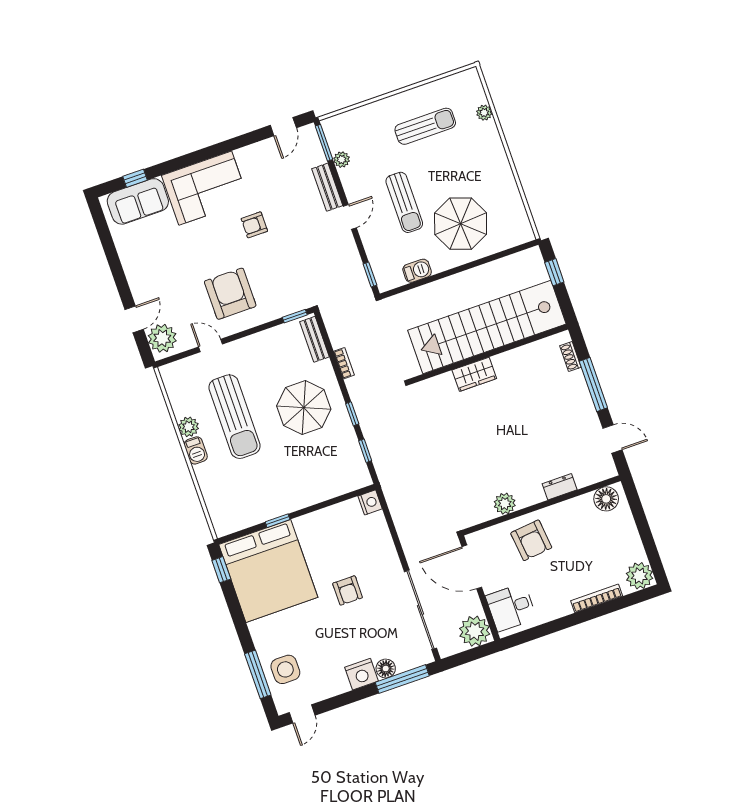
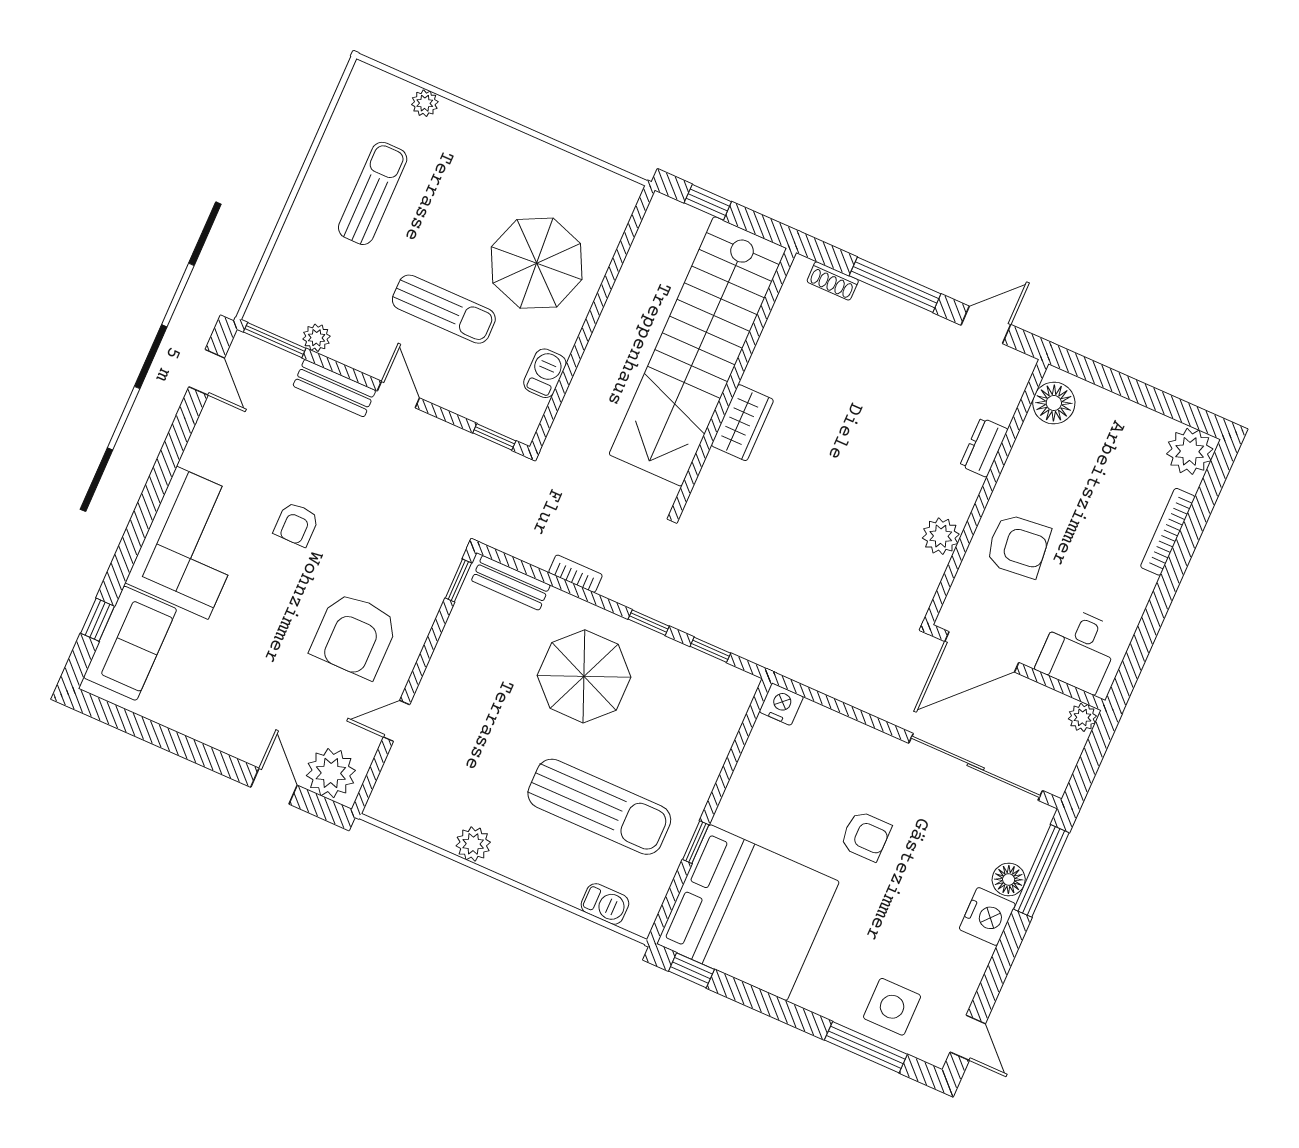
armchair: (230, 294) -> (354, 635), turned -90
sun lounger: (235, 417) -> (599, 807), moved
barbecue: (196, 450) -> (605, 904), moved
plant: (475, 631) -> (1082, 717), width x0.53, depth x0.53

